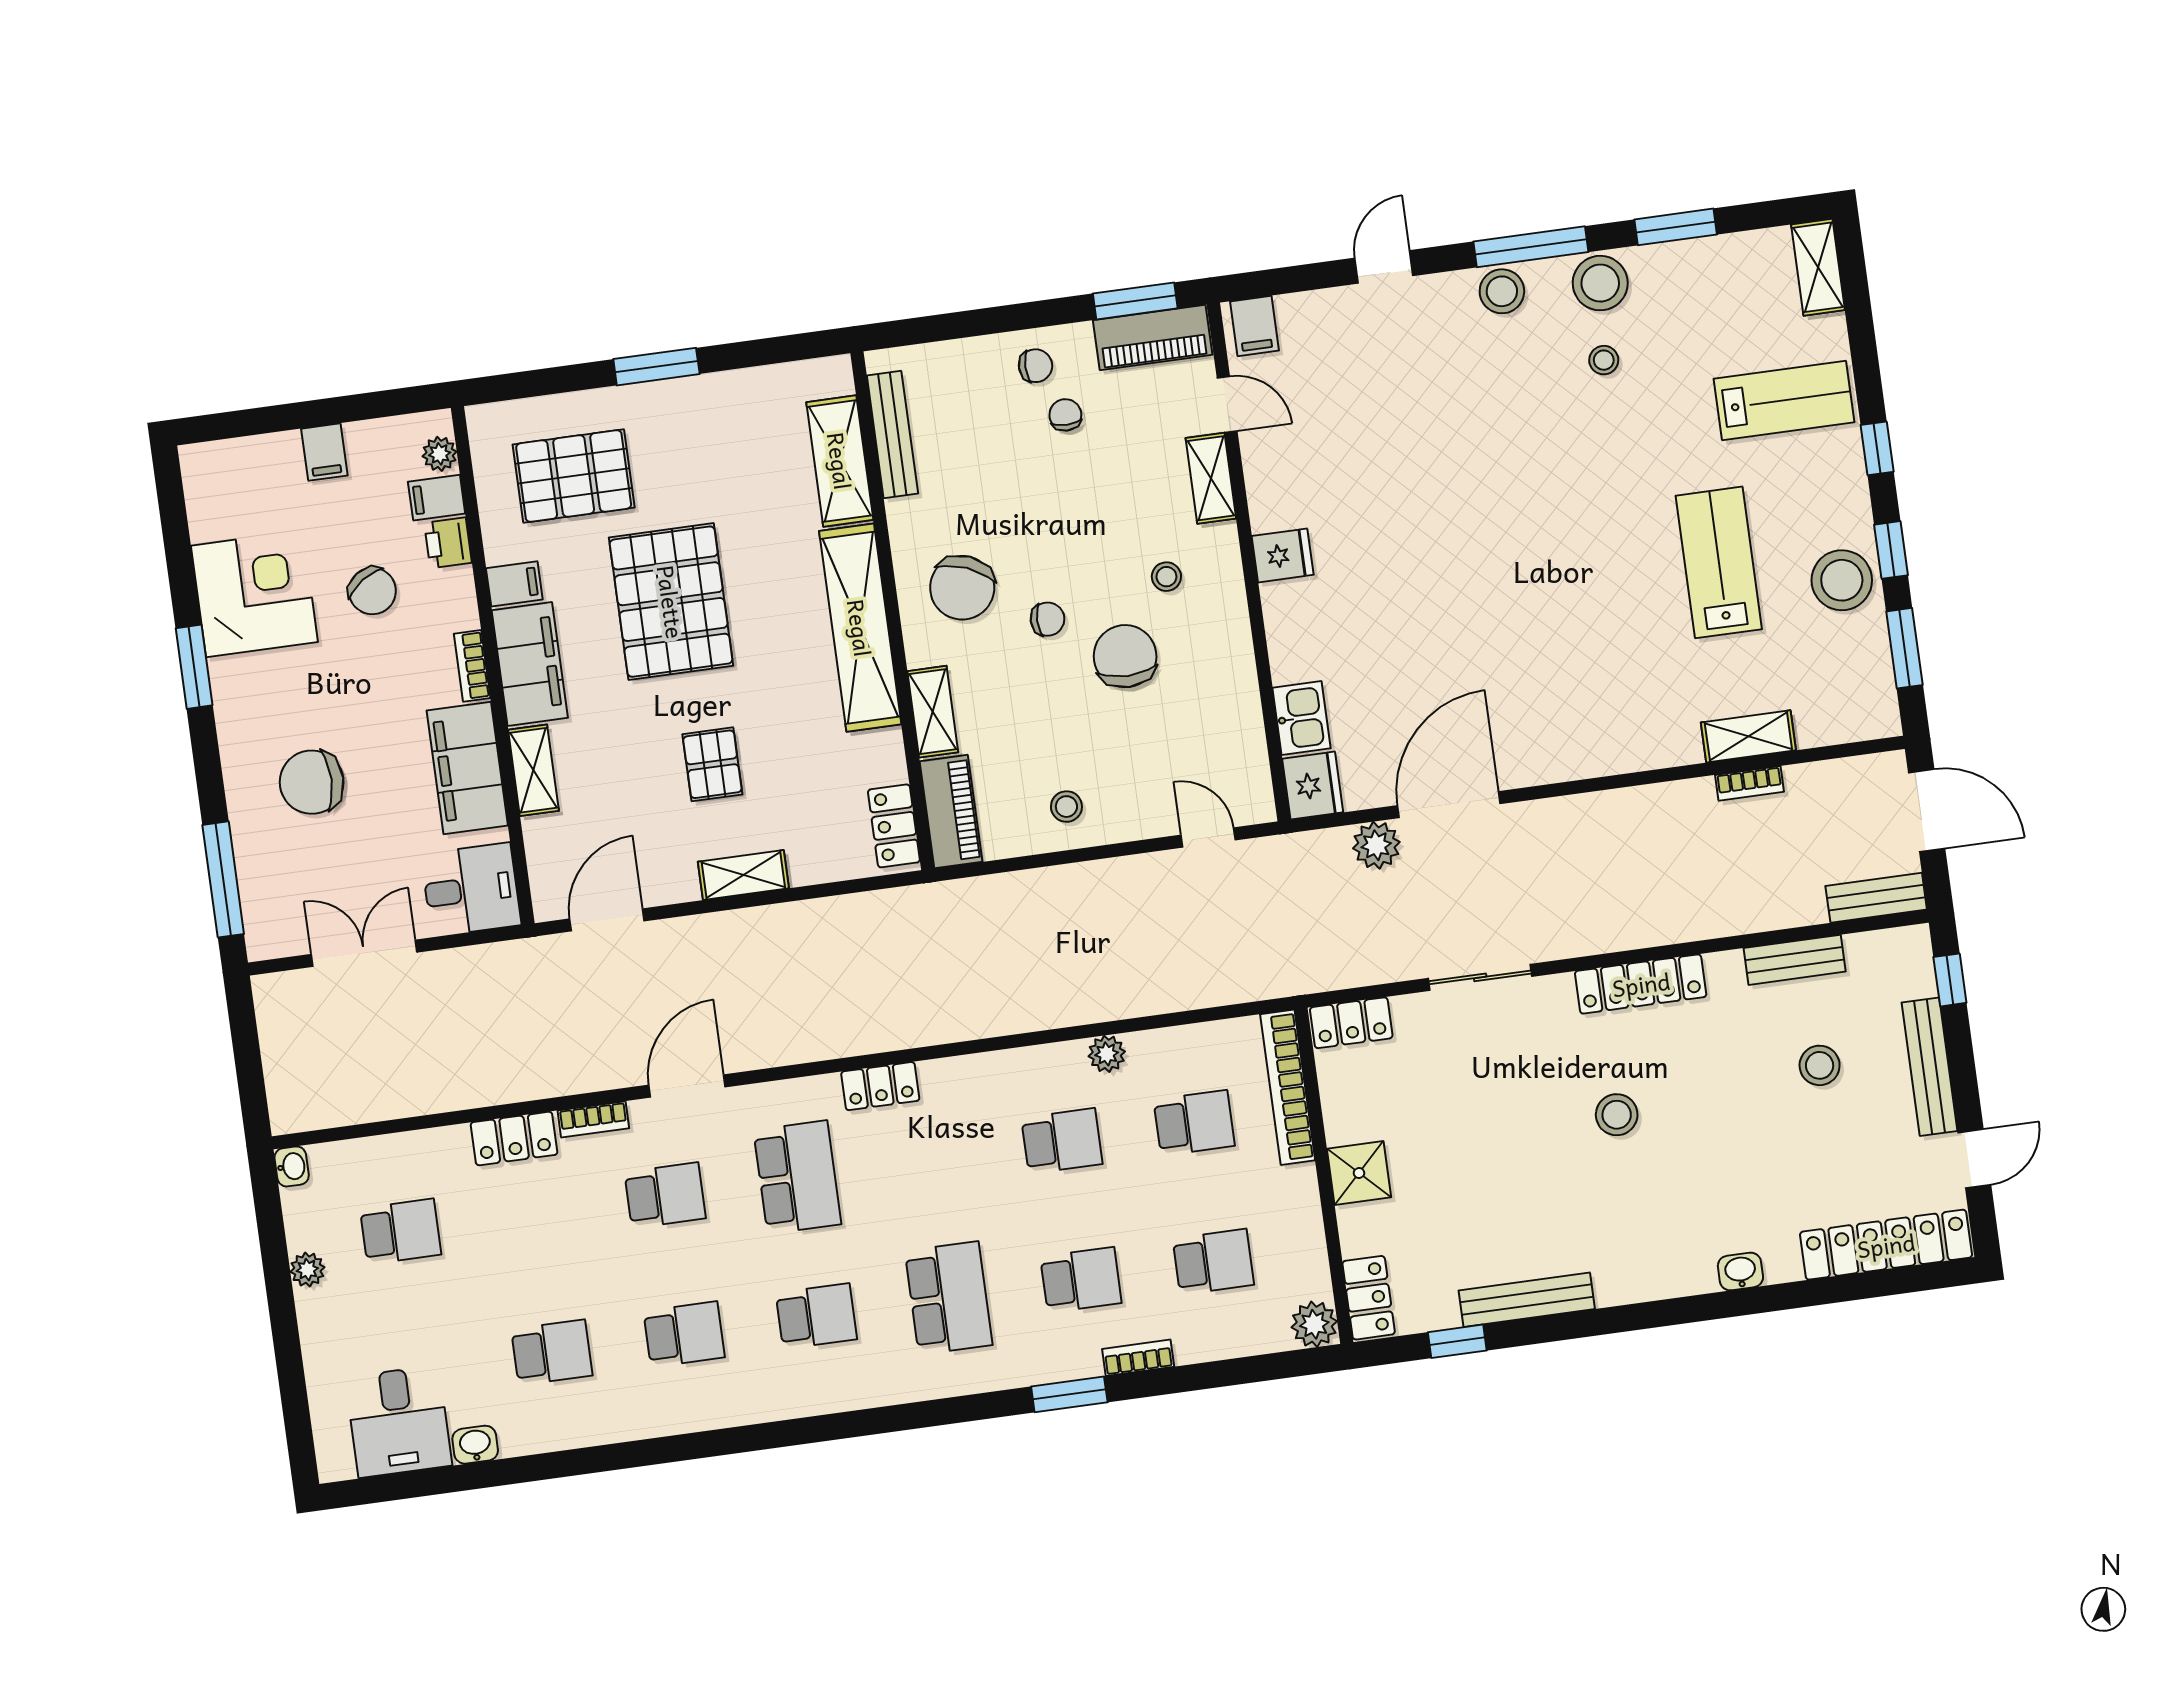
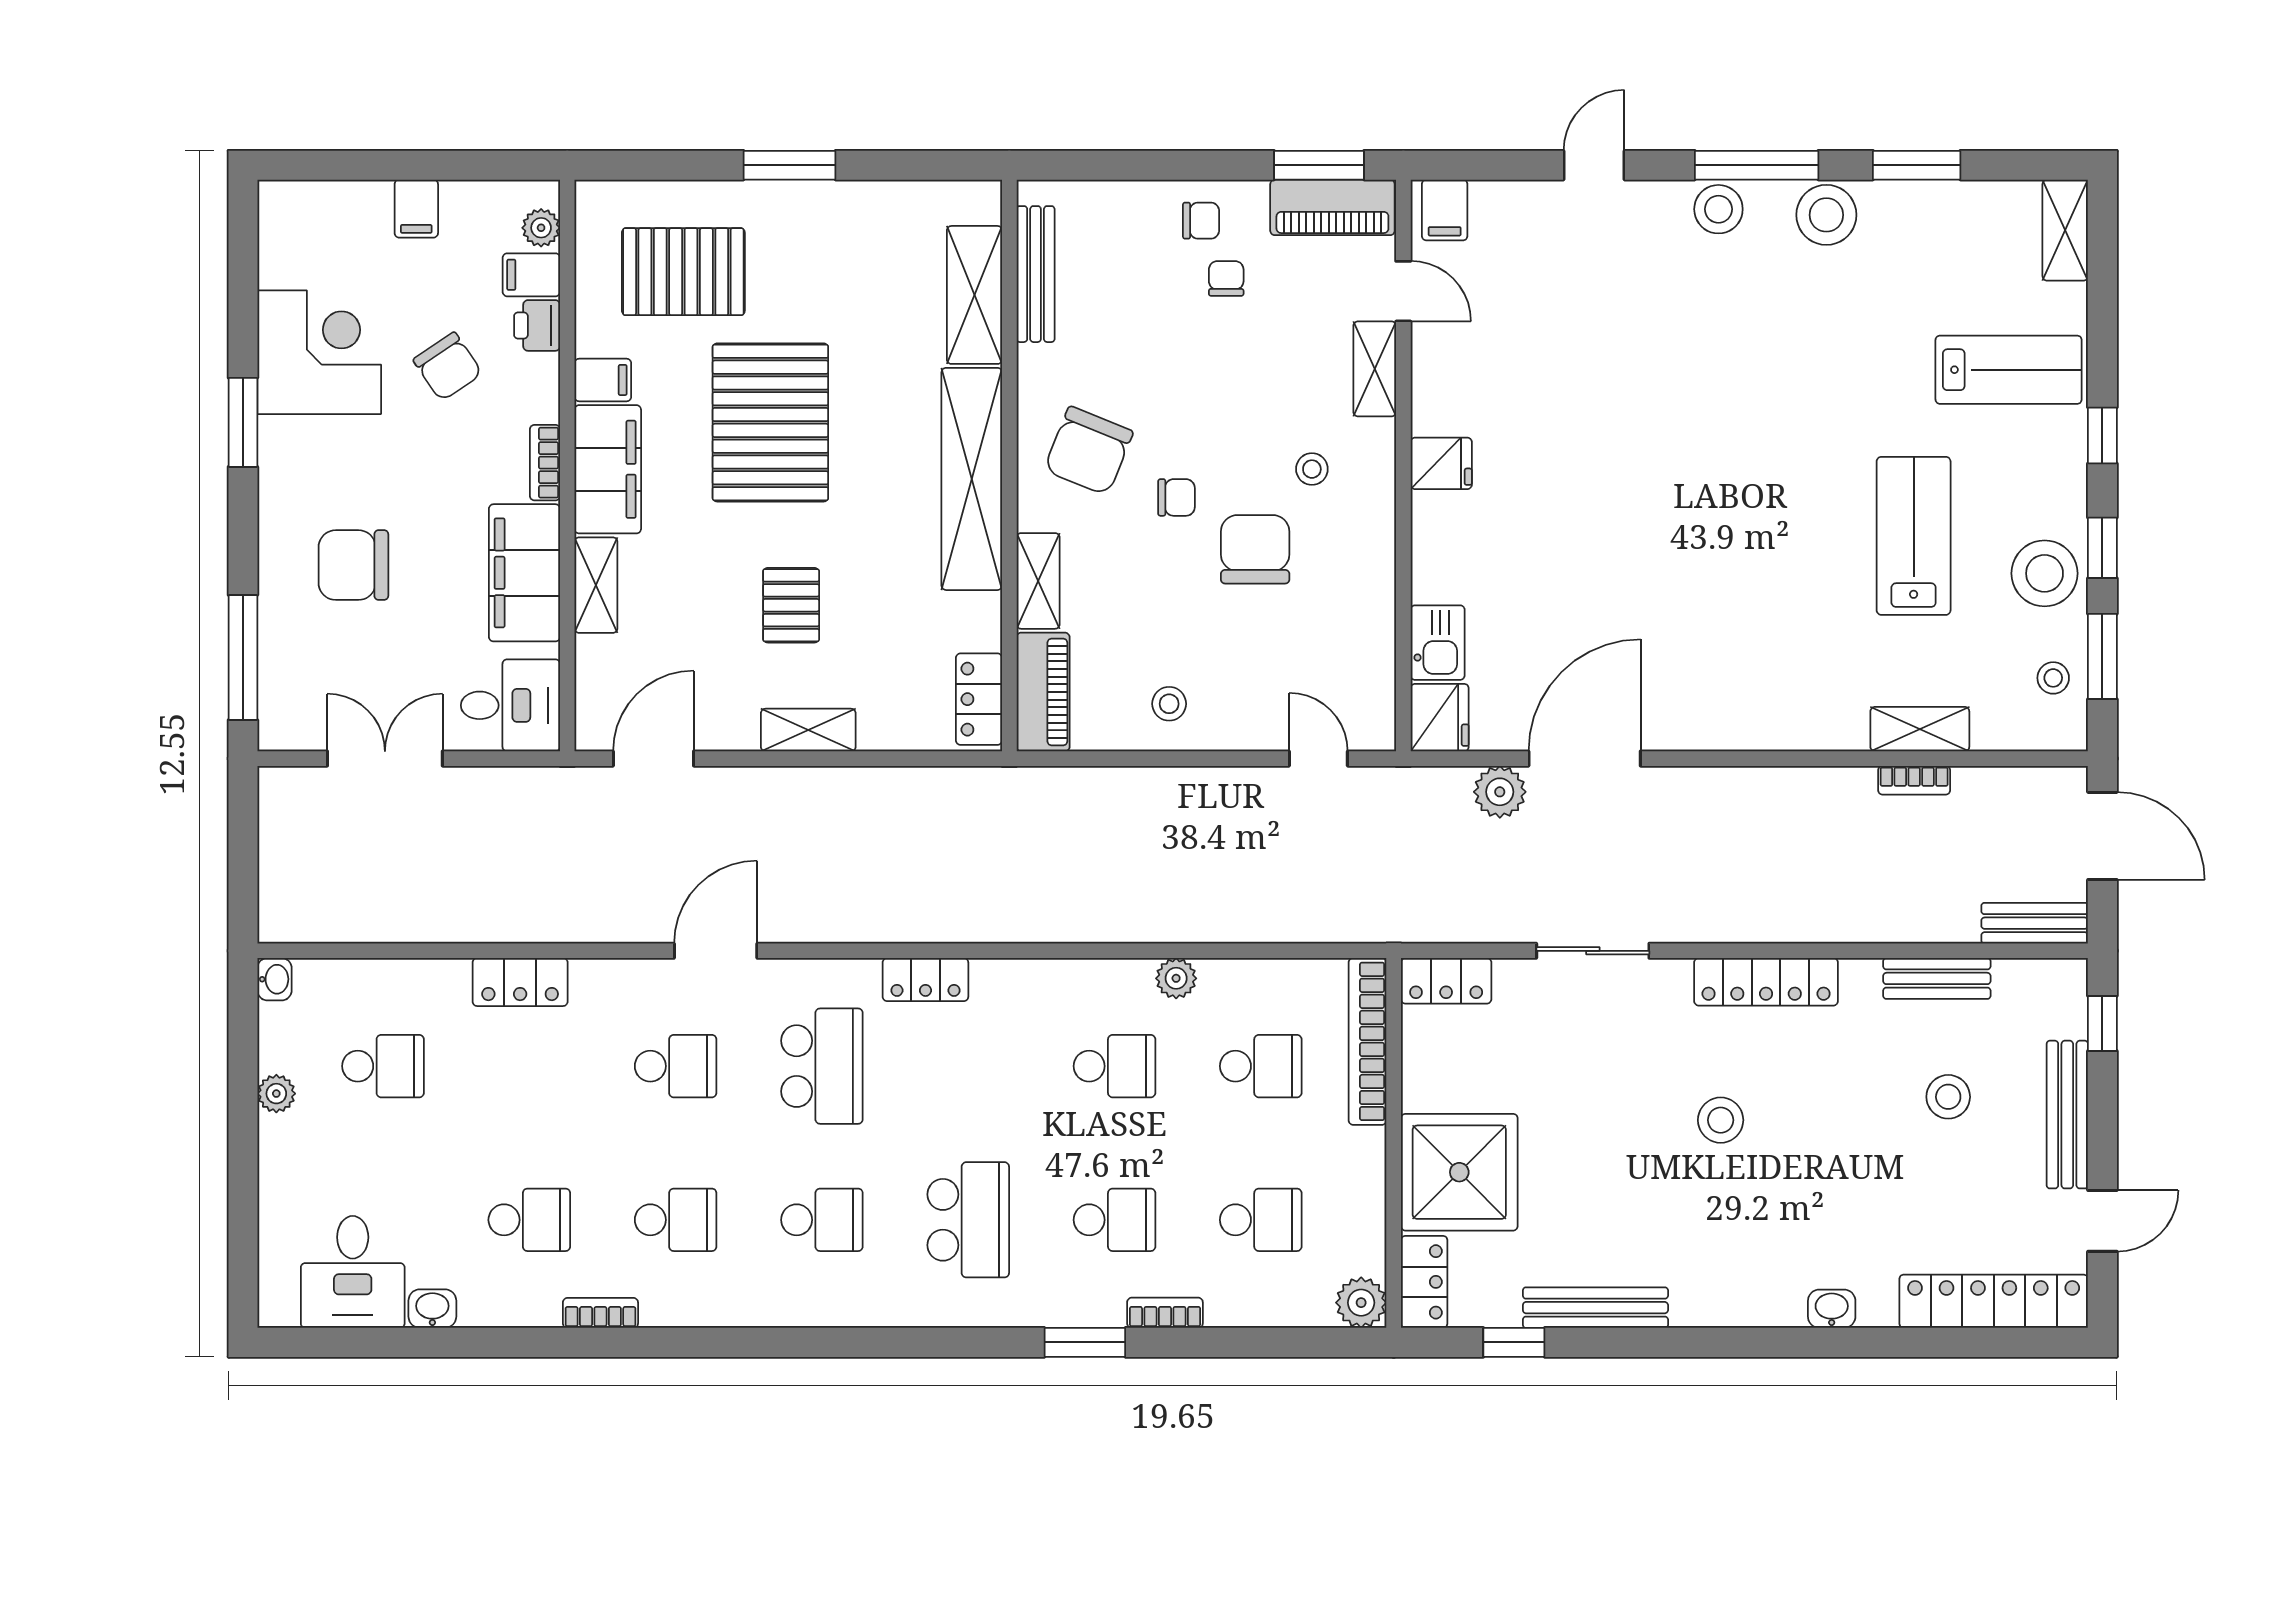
stool: (1604, 360) -> (2053, 678), moved
bookcase: (593, 1119) -> (600, 1313), moved, turned 180
shower: (1359, 1173) -> (1459, 1172), width x1.86, depth x1.86

